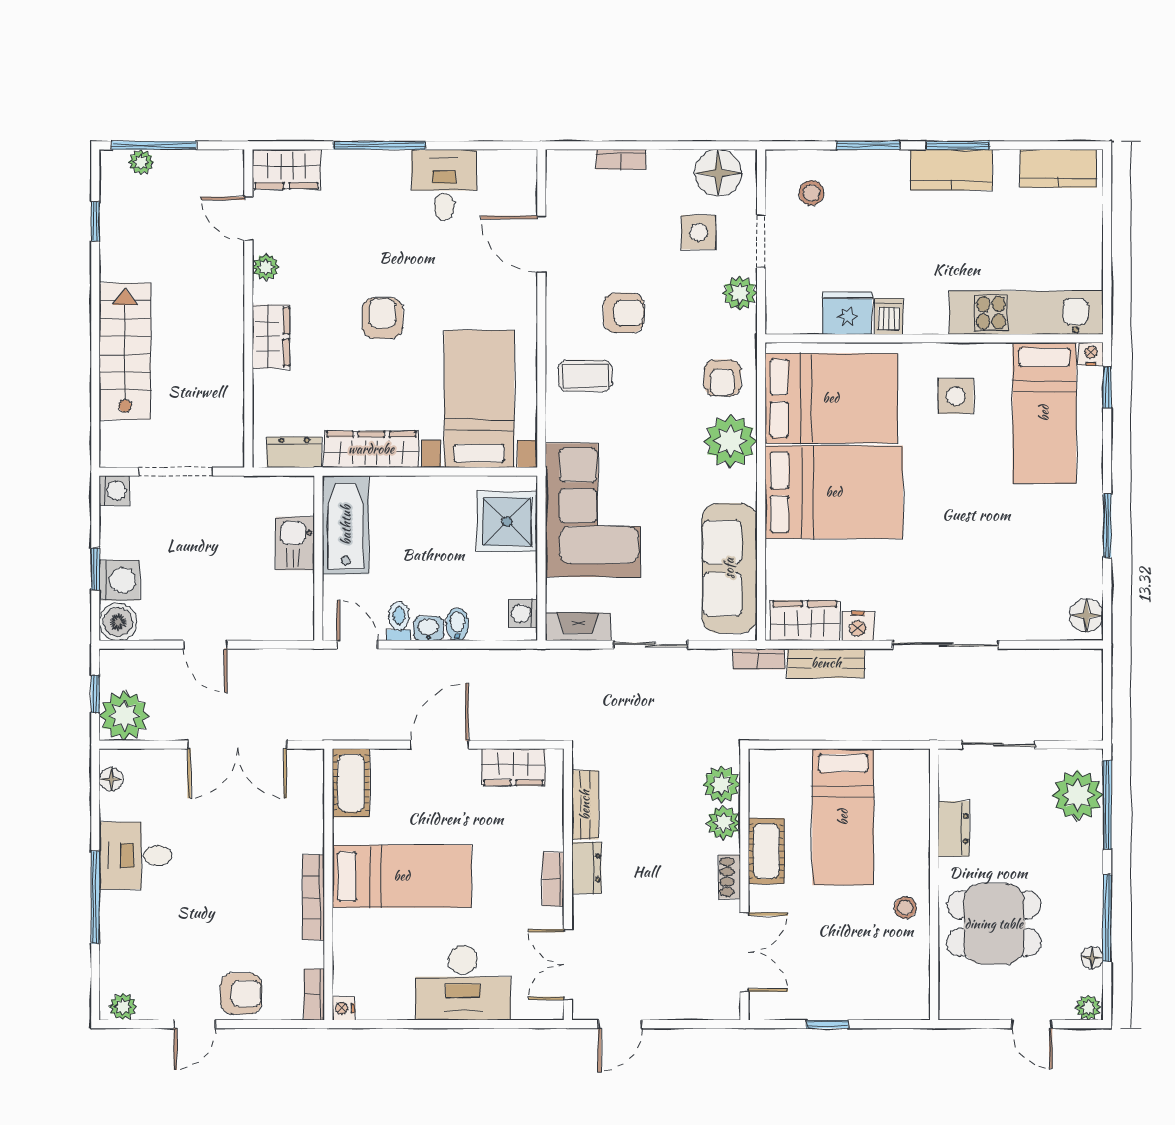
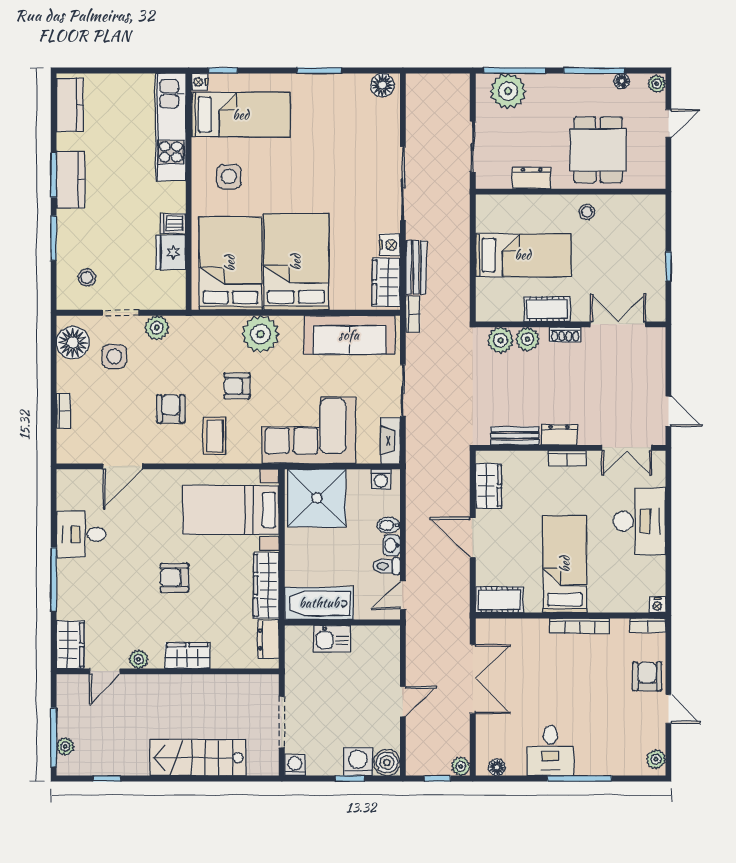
armchair: (722, 378) -> (237, 386), moved, turned 180
shower: (507, 522) -> (317, 498), width x1.37, depth x1.37
plant: (124, 716) -> (461, 766), width x0.53, depth x0.53

